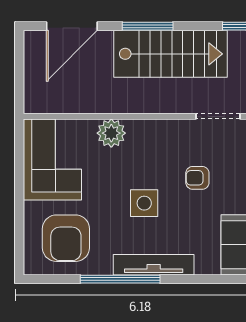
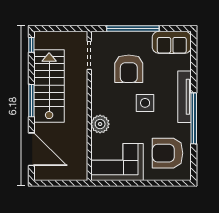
armchair: (197, 178) -> (129, 69), width x1.88, depth x1.88
armchair: (66, 238) -> (168, 153), turned 180

